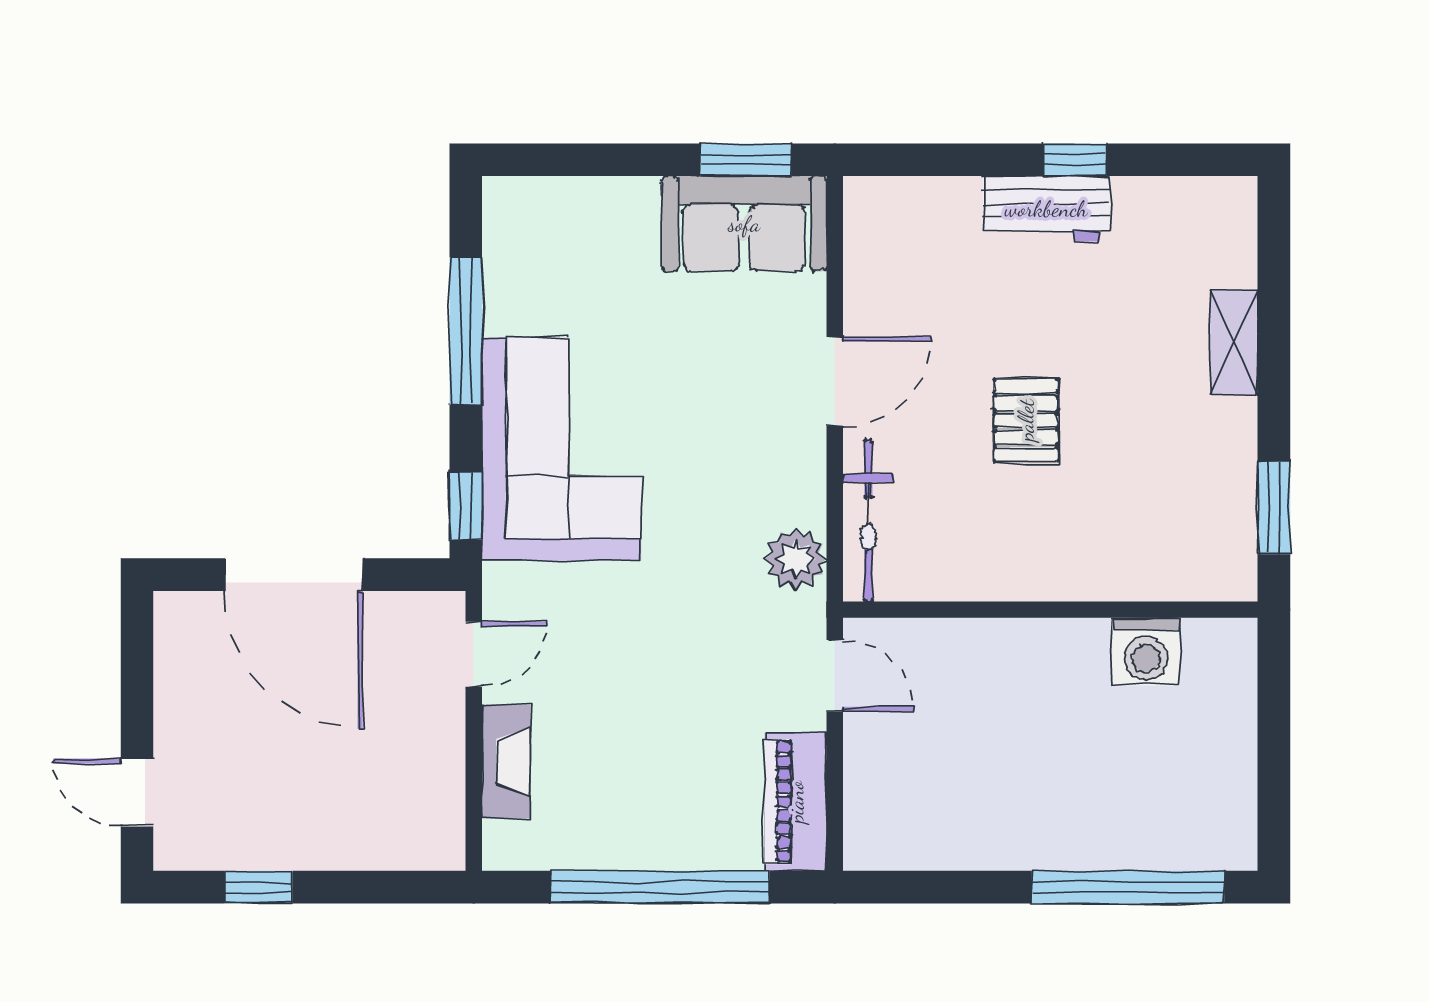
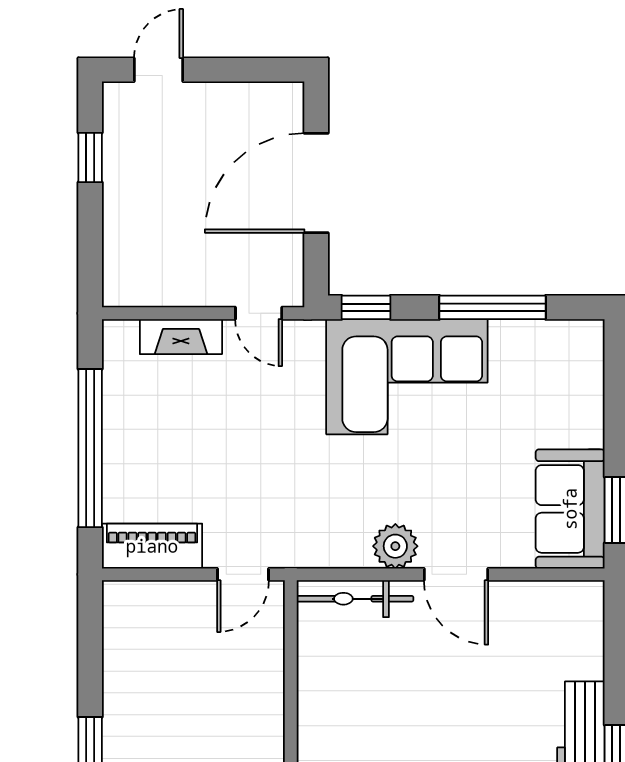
pallet: (1026, 420) -> (428, 713), removed
plant: (796, 559) -> (395, 546), moved

